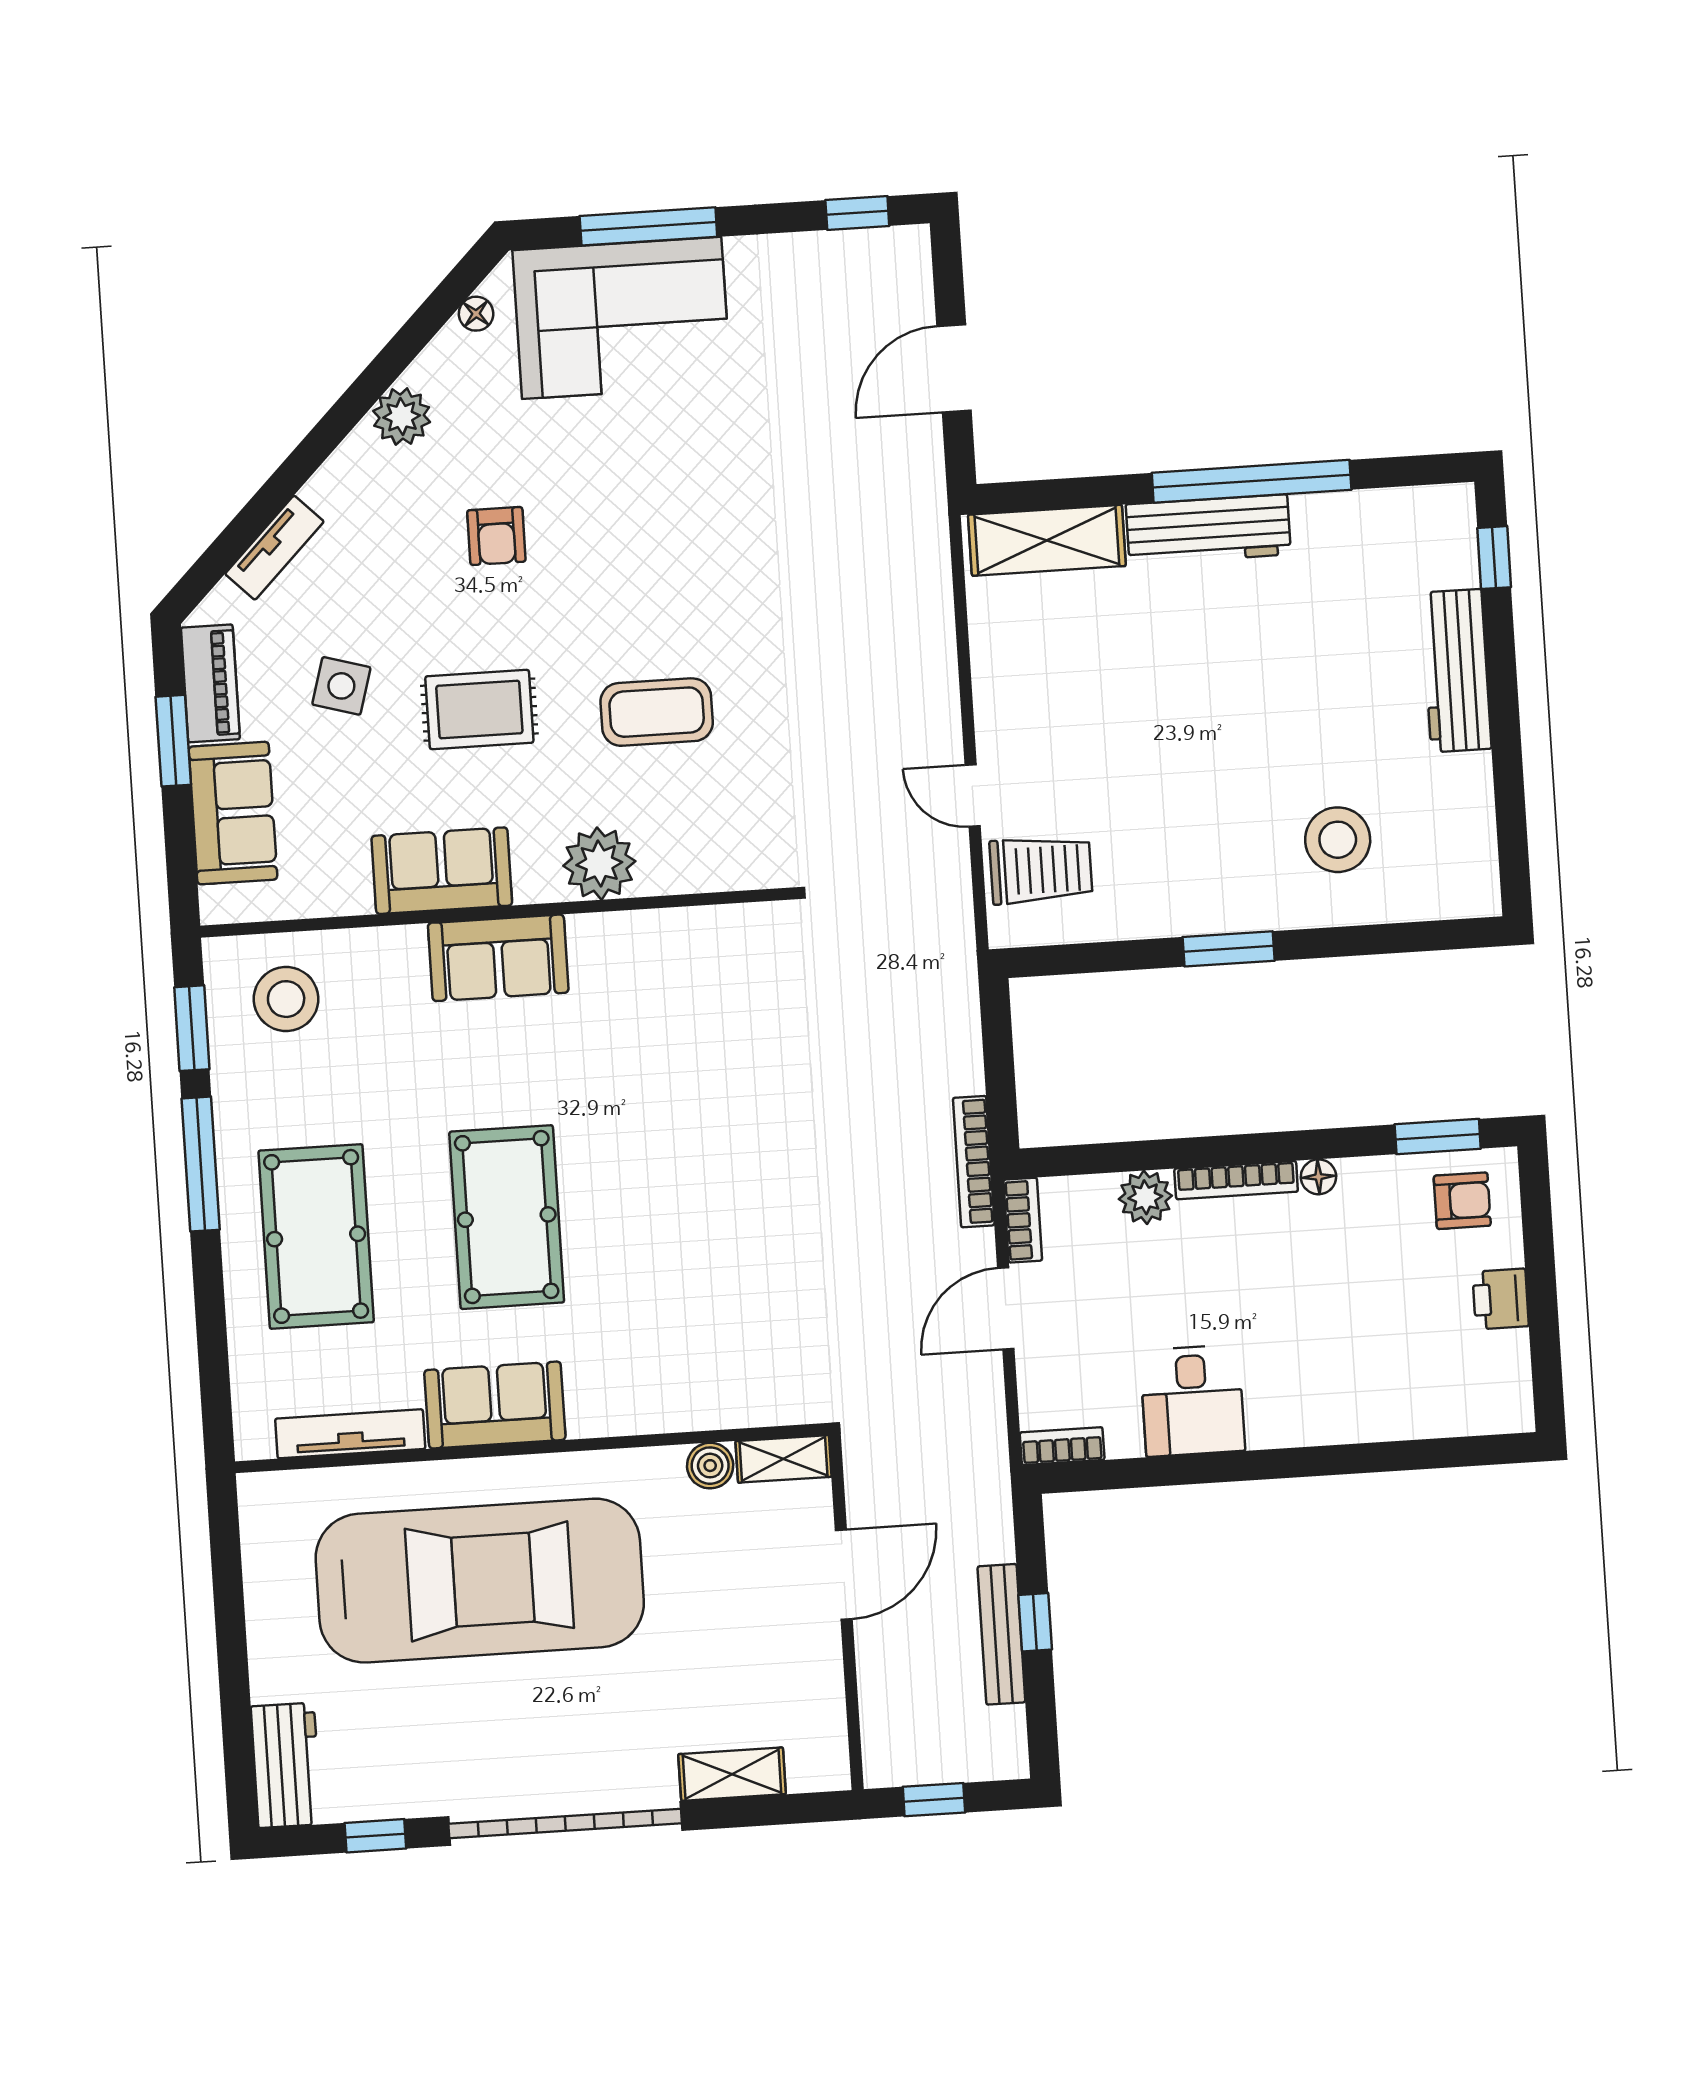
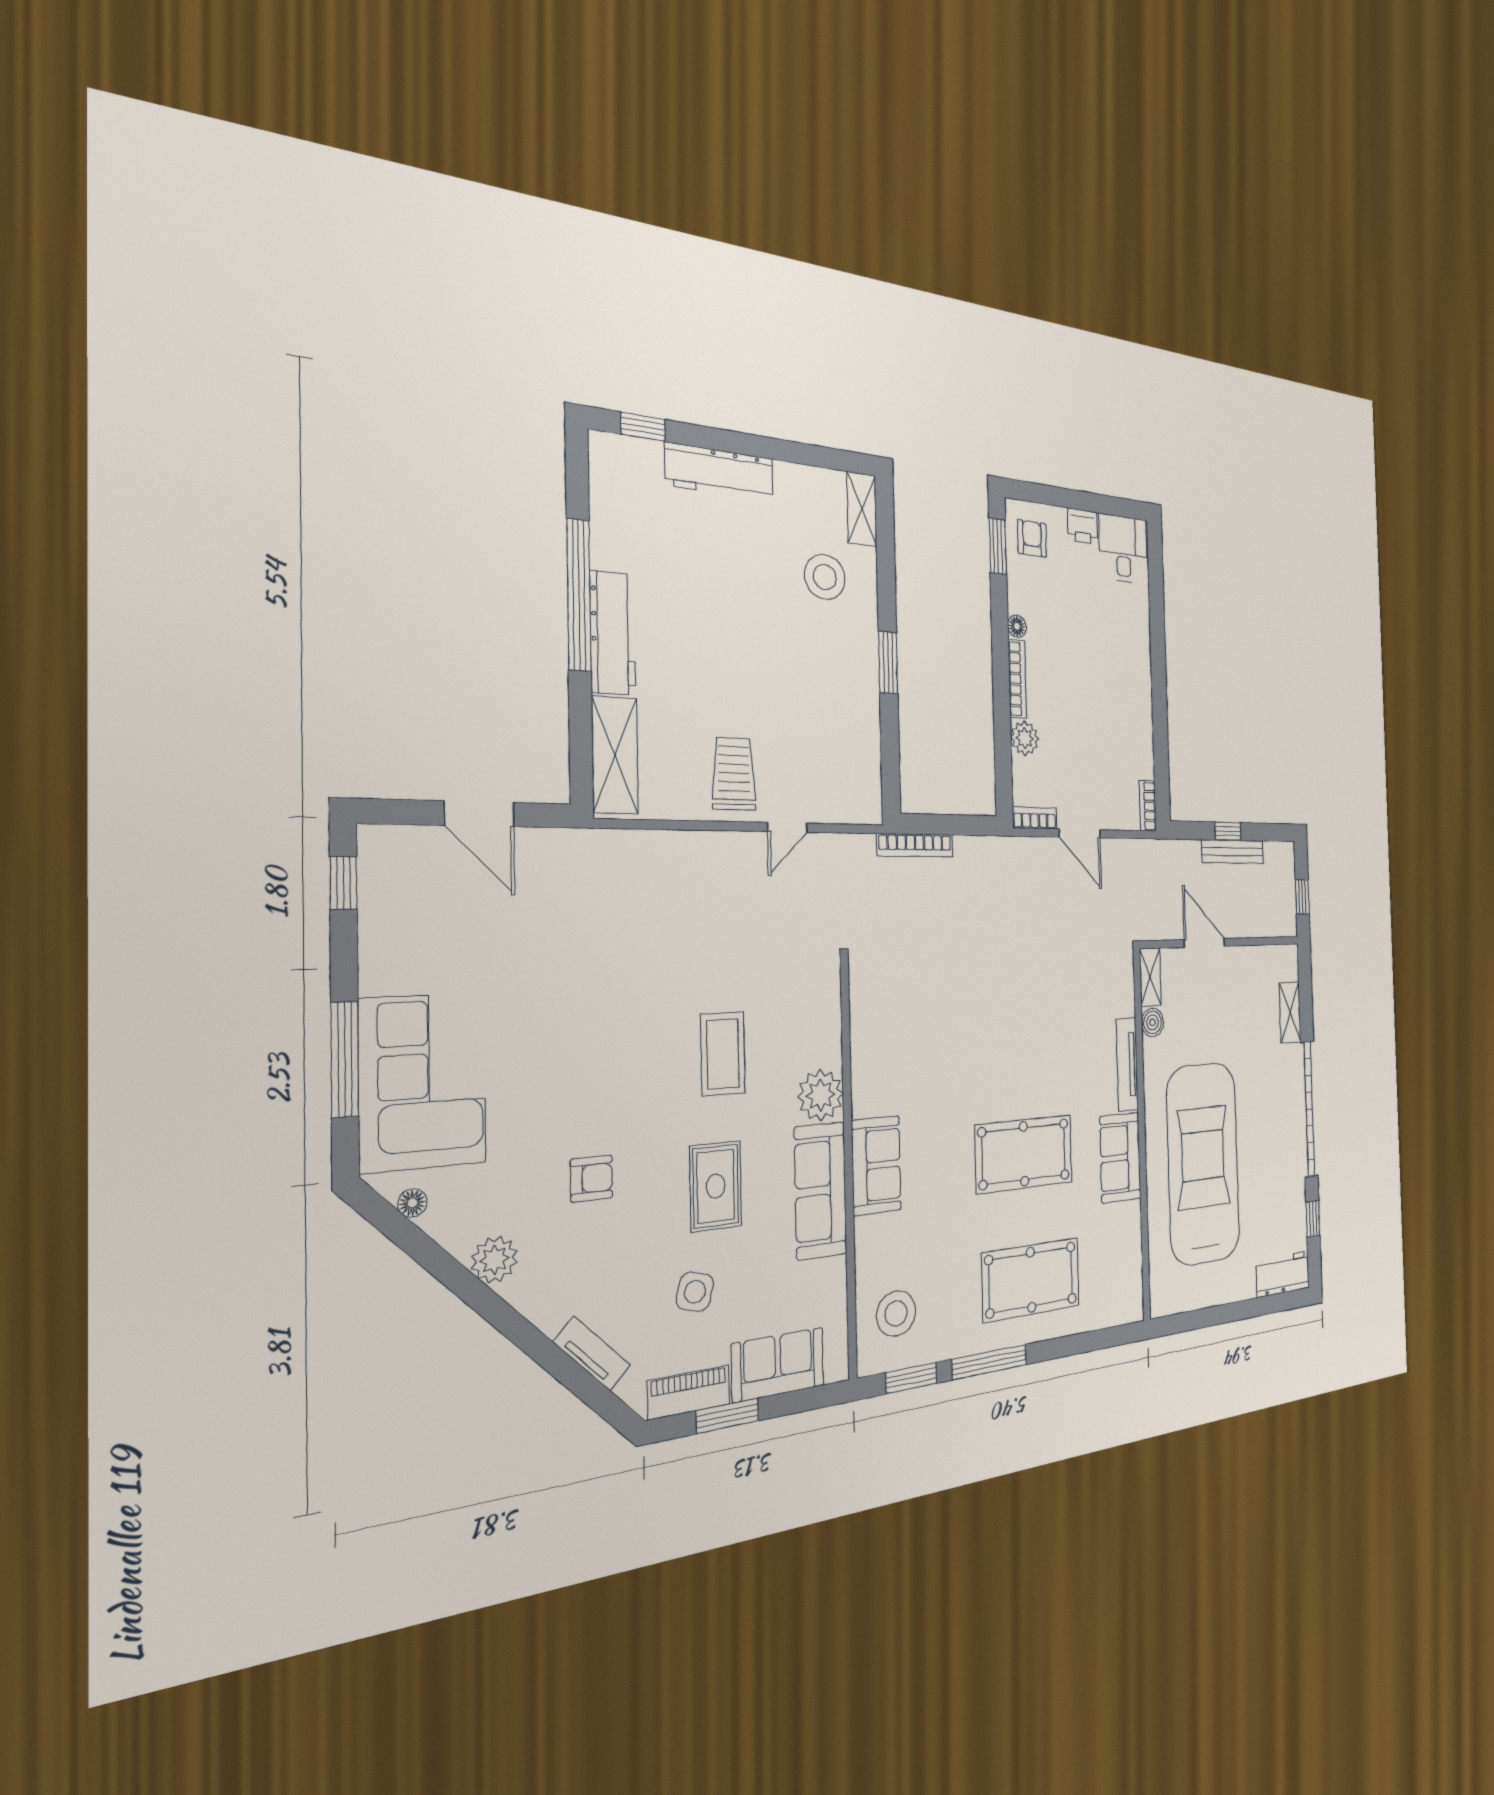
trolley: (1041, 870) -> (734, 774), moved
sofa: (442, 871) -> (821, 1191), width x1.36
shelving: (1448, 896) -> (862, 509), added
bookcase: (974, 1162) -> (915, 845), moved
desk: (1192, 1401) -> (1123, 549), moved, turned -90
tv unit: (350, 1434) -> (1127, 1065), moved

